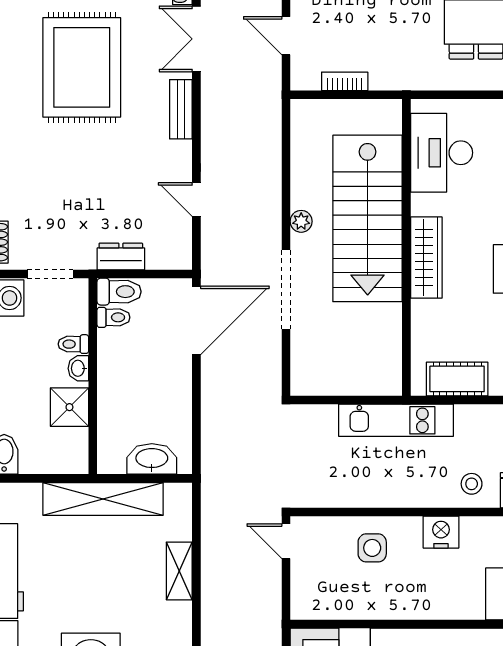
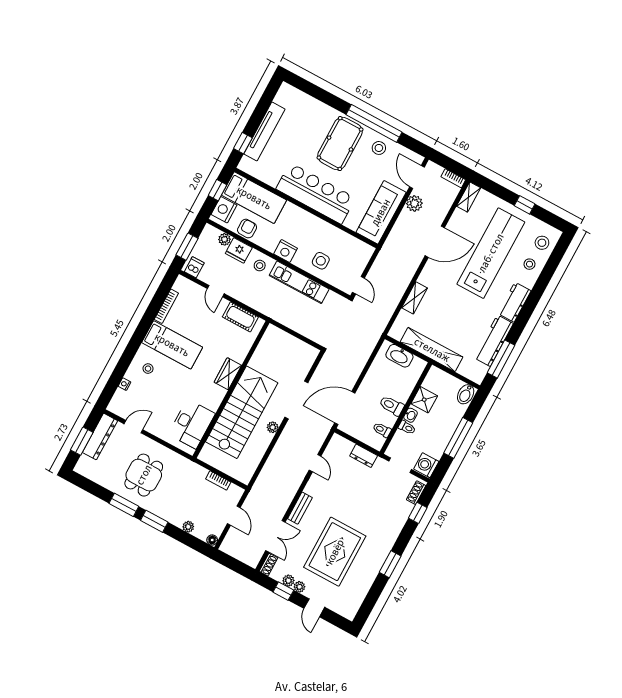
wardrobe: (426, 258) -> (228, 374), width x0.67
toilet: (119, 292) -> (392, 406), moved
kitchen unit: (396, 420) -> (299, 282), moved, turned 180

